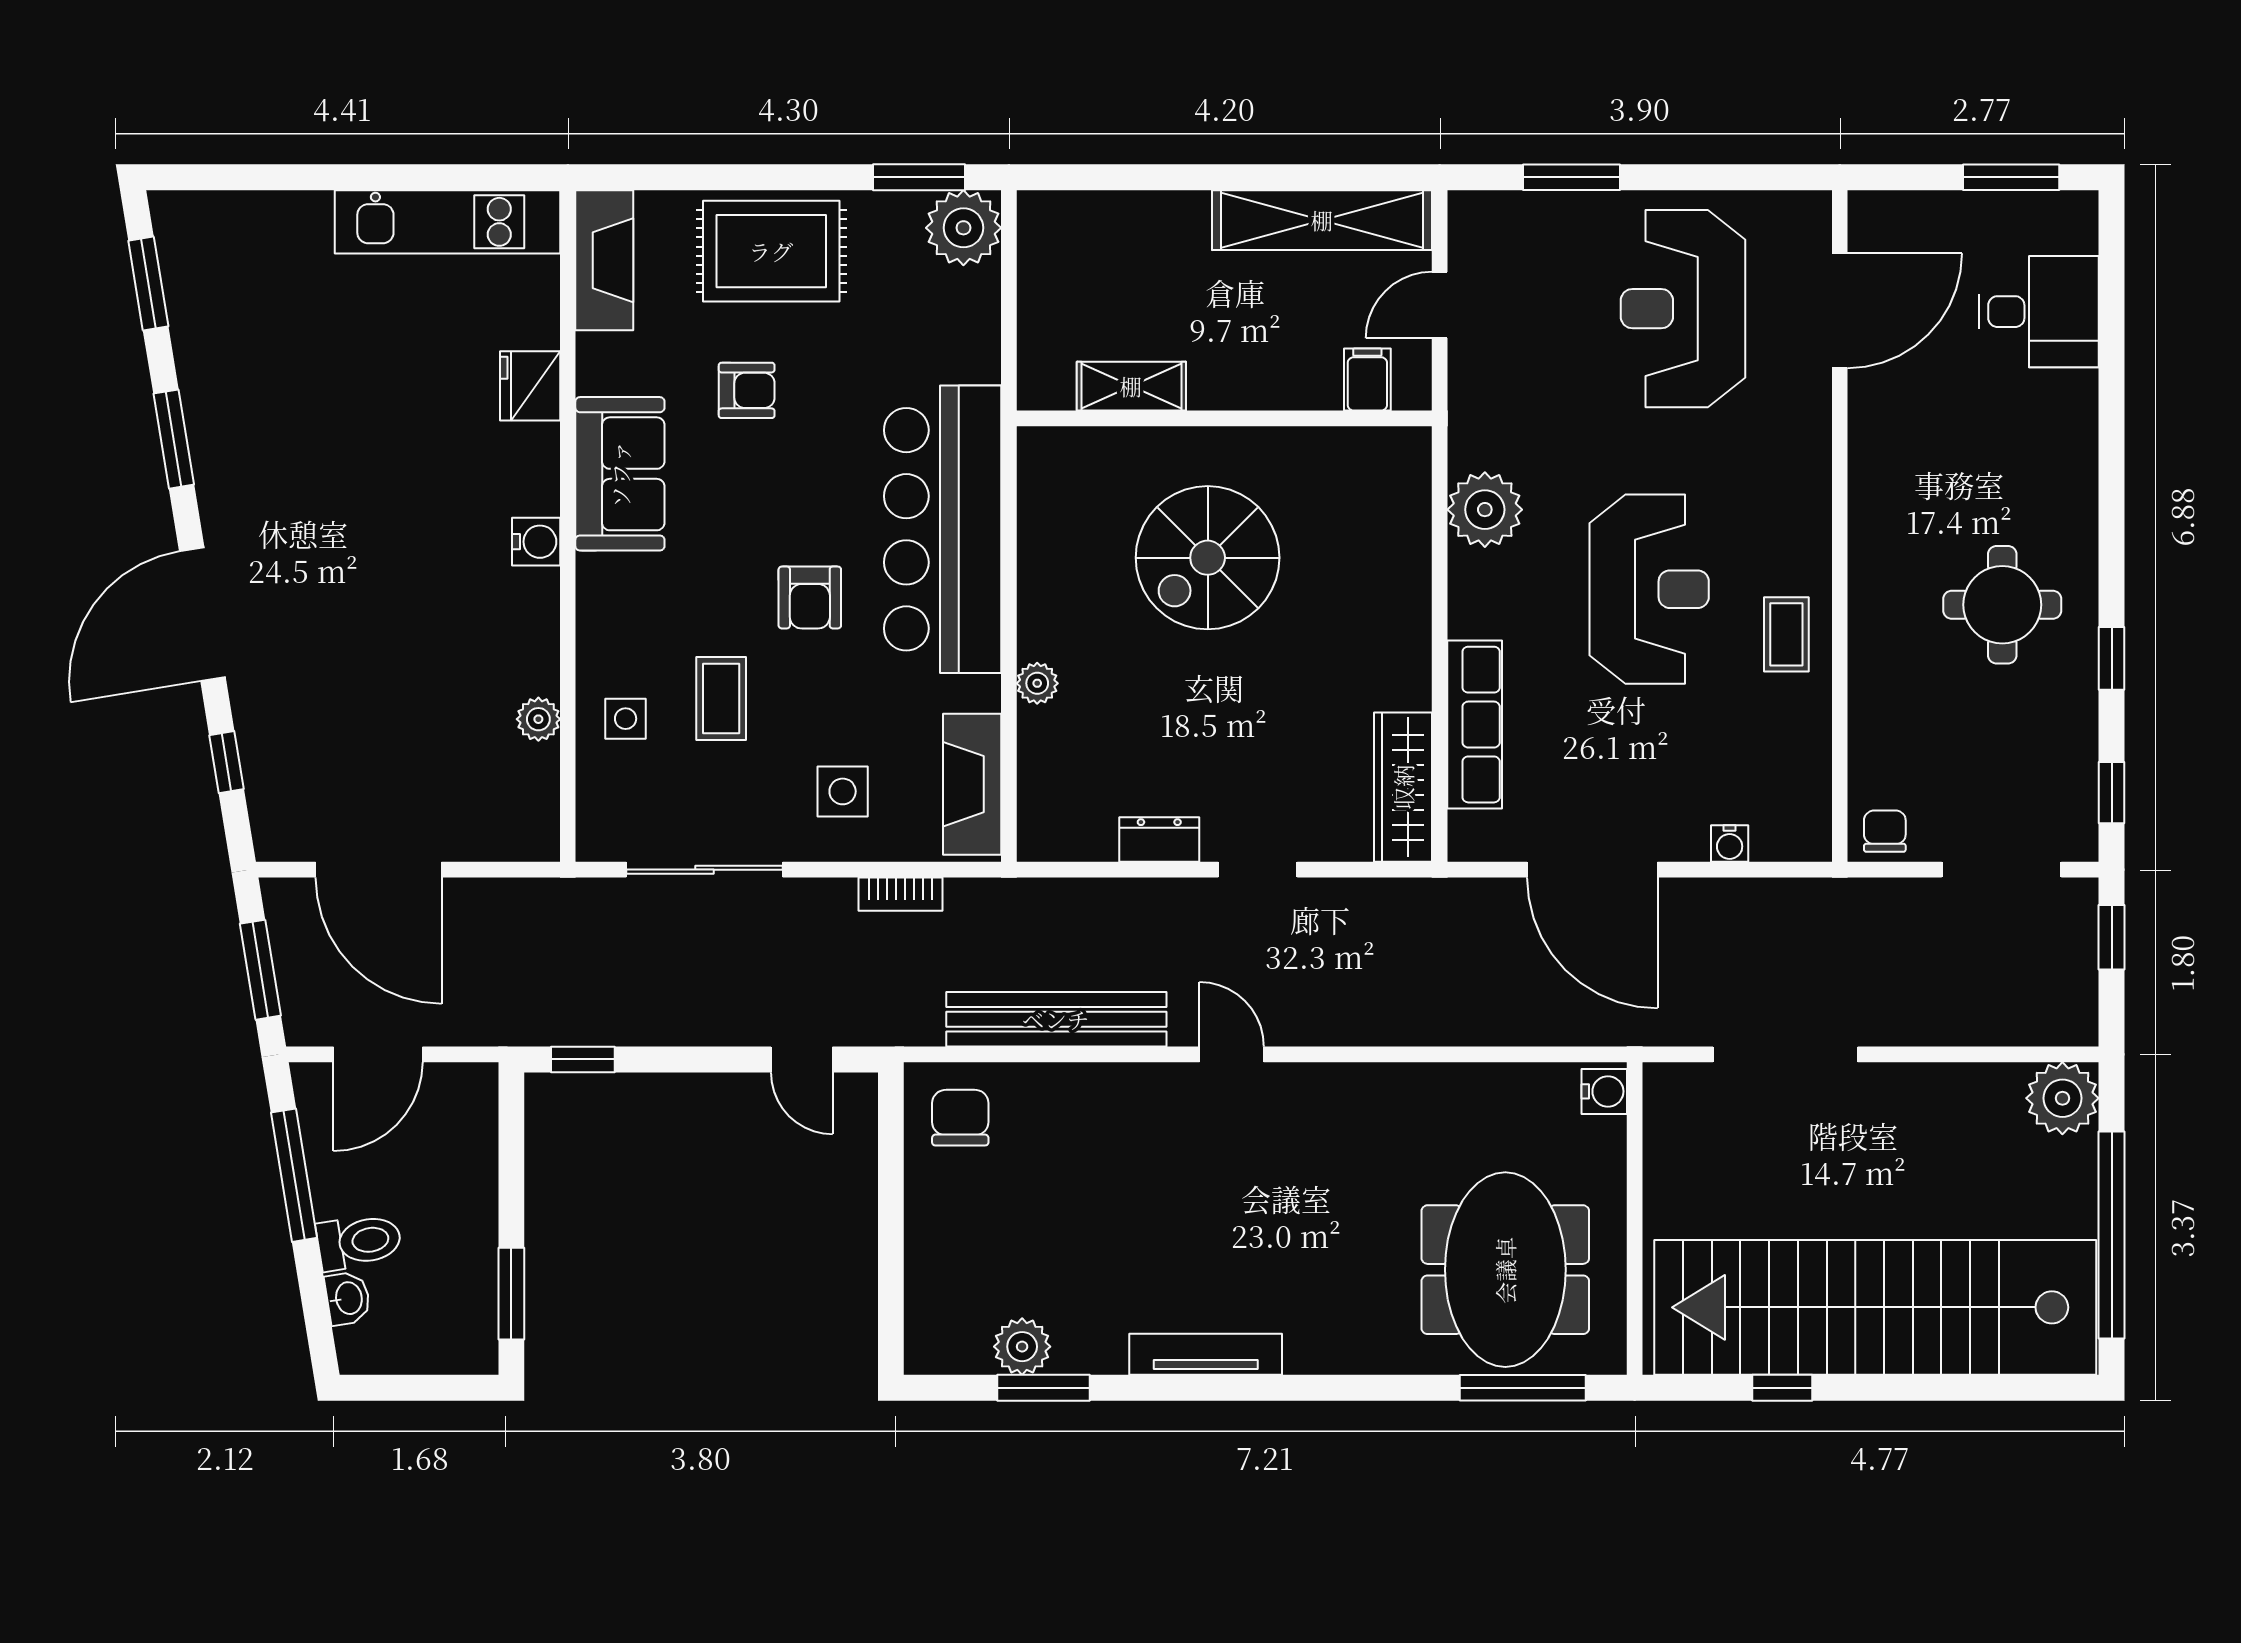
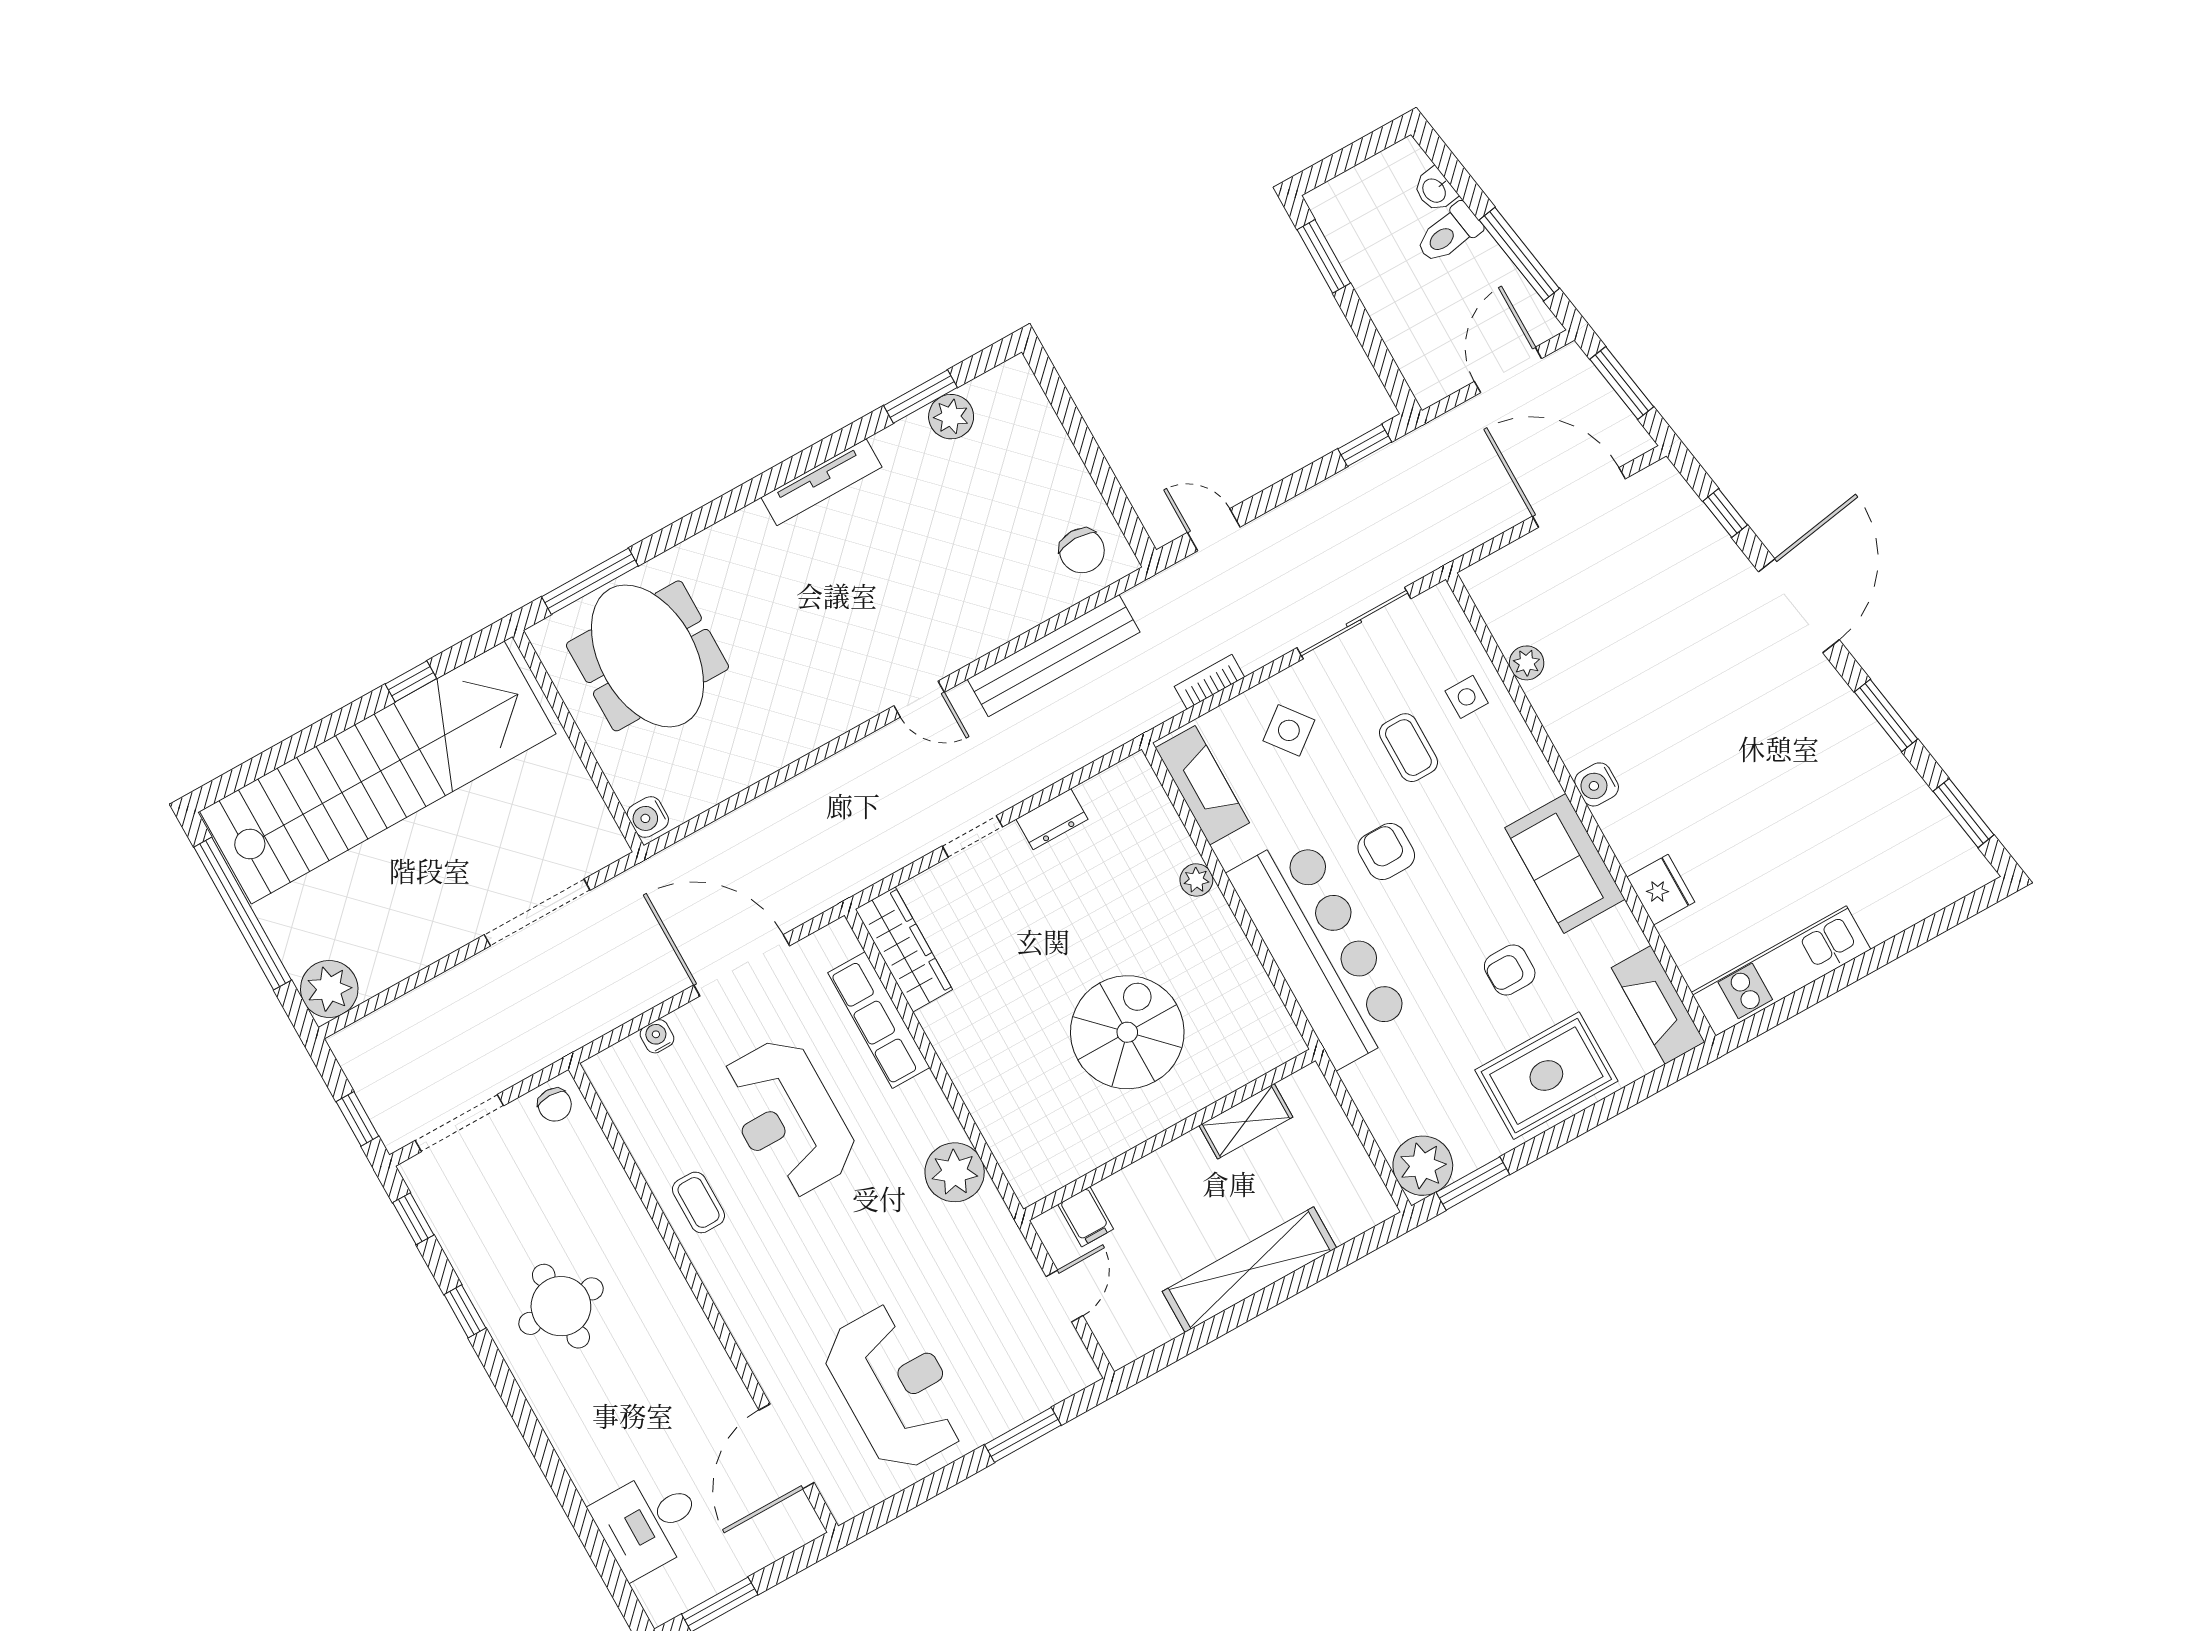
shelving: (1322, 220) -> (1249, 1270), moved
reception desk: (1649, 589) -> (787, 1118), moved
side table: (843, 791) -> (1289, 730), turned -38

